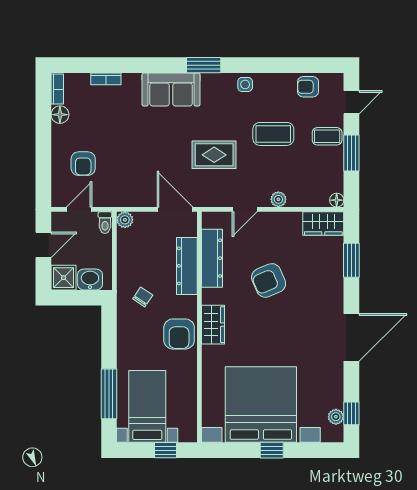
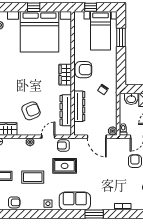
window: (204, 65) -> (94, 214), moved
sofa: (171, 89) -> (75, 201), moved
armchair: (216, 193) -> (63, 145), added
door: (175, 209) -> (97, 137), moved
armchair: (269, 280) -> (31, 111), moved
armchair: (179, 334) -> (83, 70), turned 90
window: (109, 394) -> (121, 37), width x0.69

